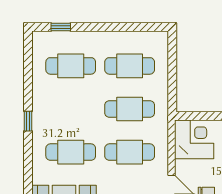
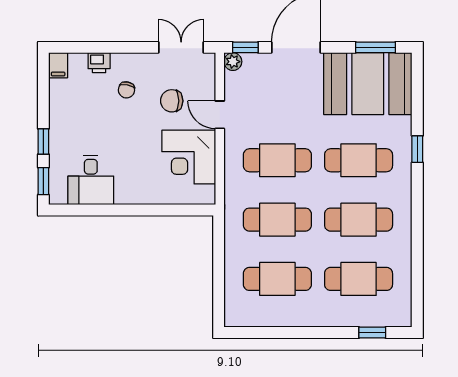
cafe table: (71, 109) -> (359, 220), added
window: (28, 121) -> (417, 149), moved
corner desk: (194, 139) -> (189, 157), moved

